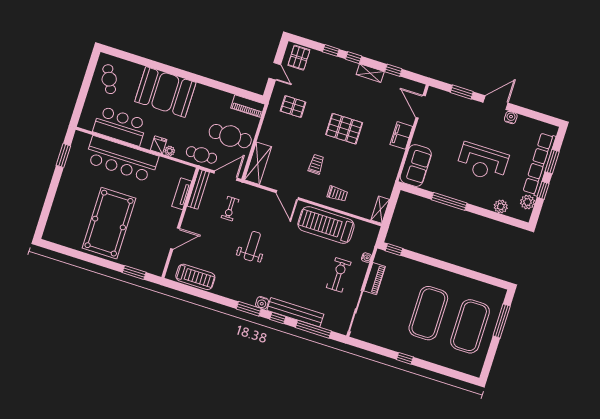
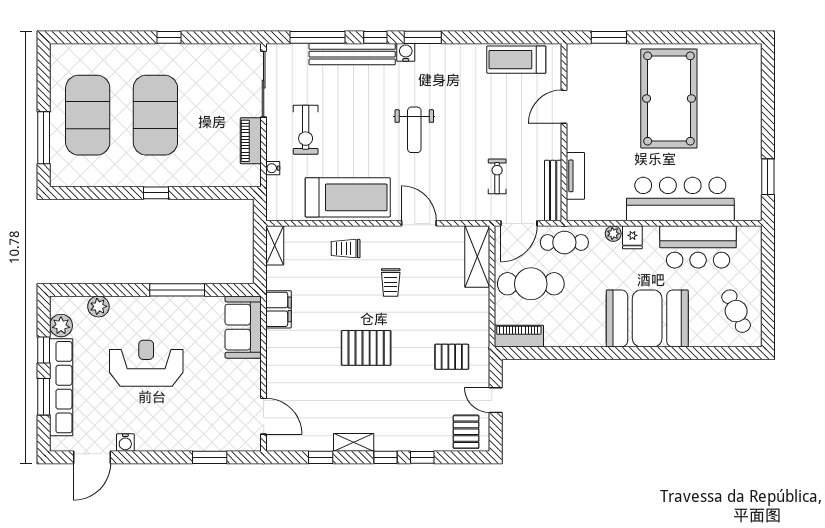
door: (496, 103) -> (92, 457), moved
filing cabinet: (401, 135) -> (278, 309), moved
weight bench: (252, 246) -> (414, 130), moved
window: (394, 250) -> (156, 193), moved

